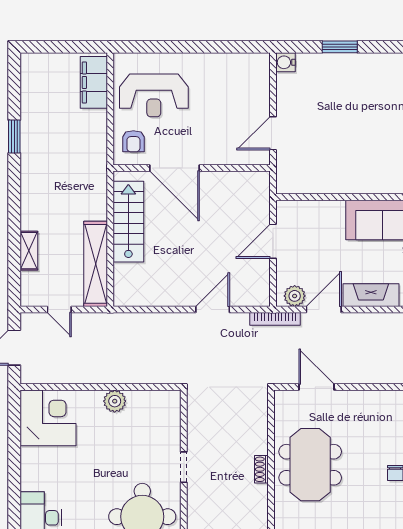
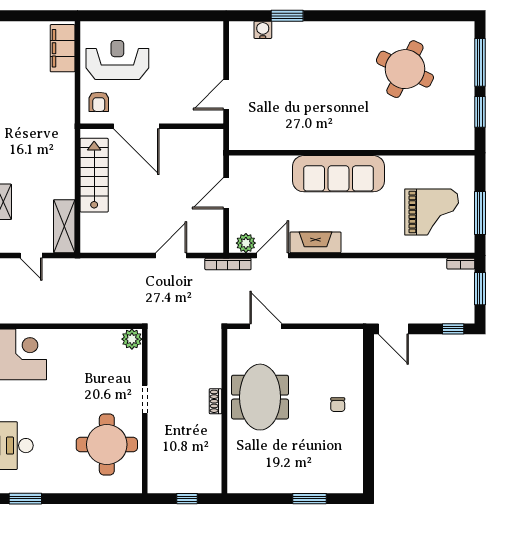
water cooler: (285, 62) -> (263, 30), moved, turned 90
reception desk: (154, 95) -> (117, 60), turned 180
shelving: (96, 264) -> (64, 226), width x0.68
plant: (115, 401) -> (132, 339), moved

